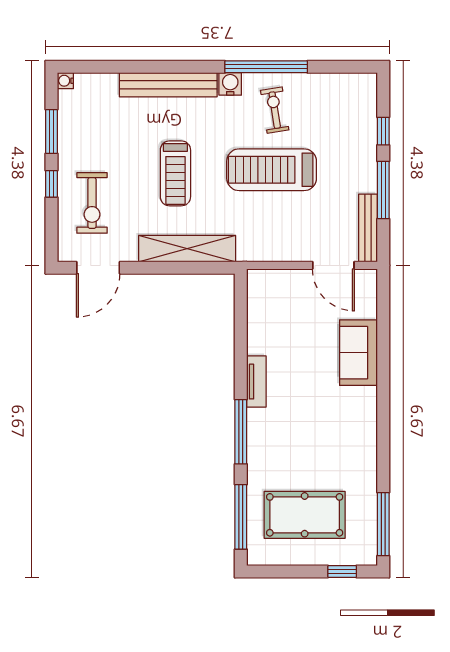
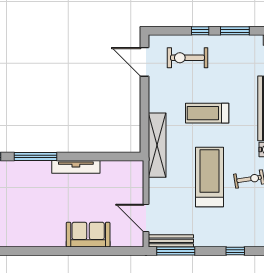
window: (383, 190) -> (176, 251), moved
shelving: (187, 249) -> (157, 145), moved
door: (333, 265) -> (146, 218), hinge flipped
tv unit: (256, 382) -> (76, 167), width x1.41

